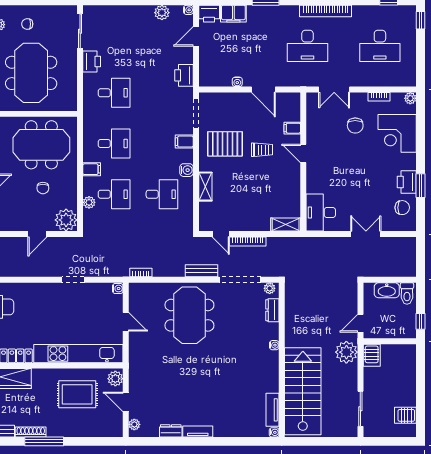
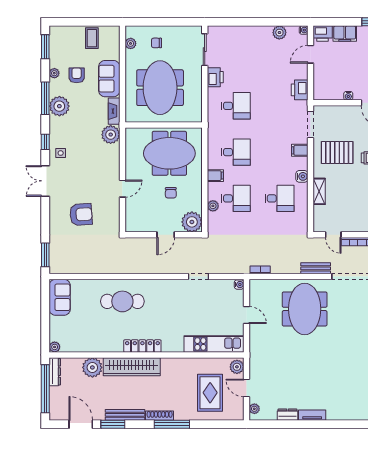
kitchen unit: (78, 354) -> (214, 344), width x0.73
rug: (77, 394) -> (210, 393), moved, turned 90

